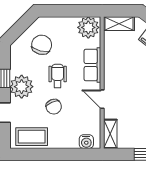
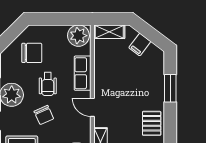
chair: (42, 45) -> (32, 53), turned 75
wheelchair: (58, 76) -> (48, 84), turned 180

